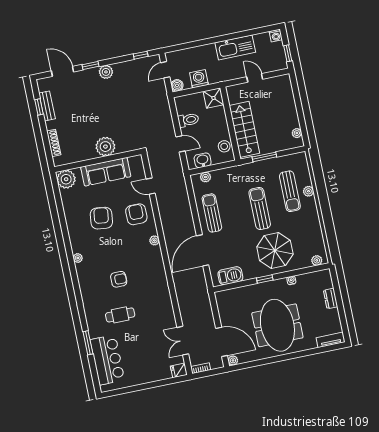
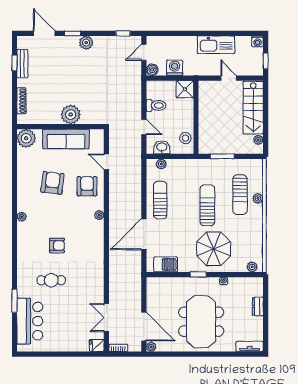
stairs: (244, 129) -> (253, 108), moved, turned 180

